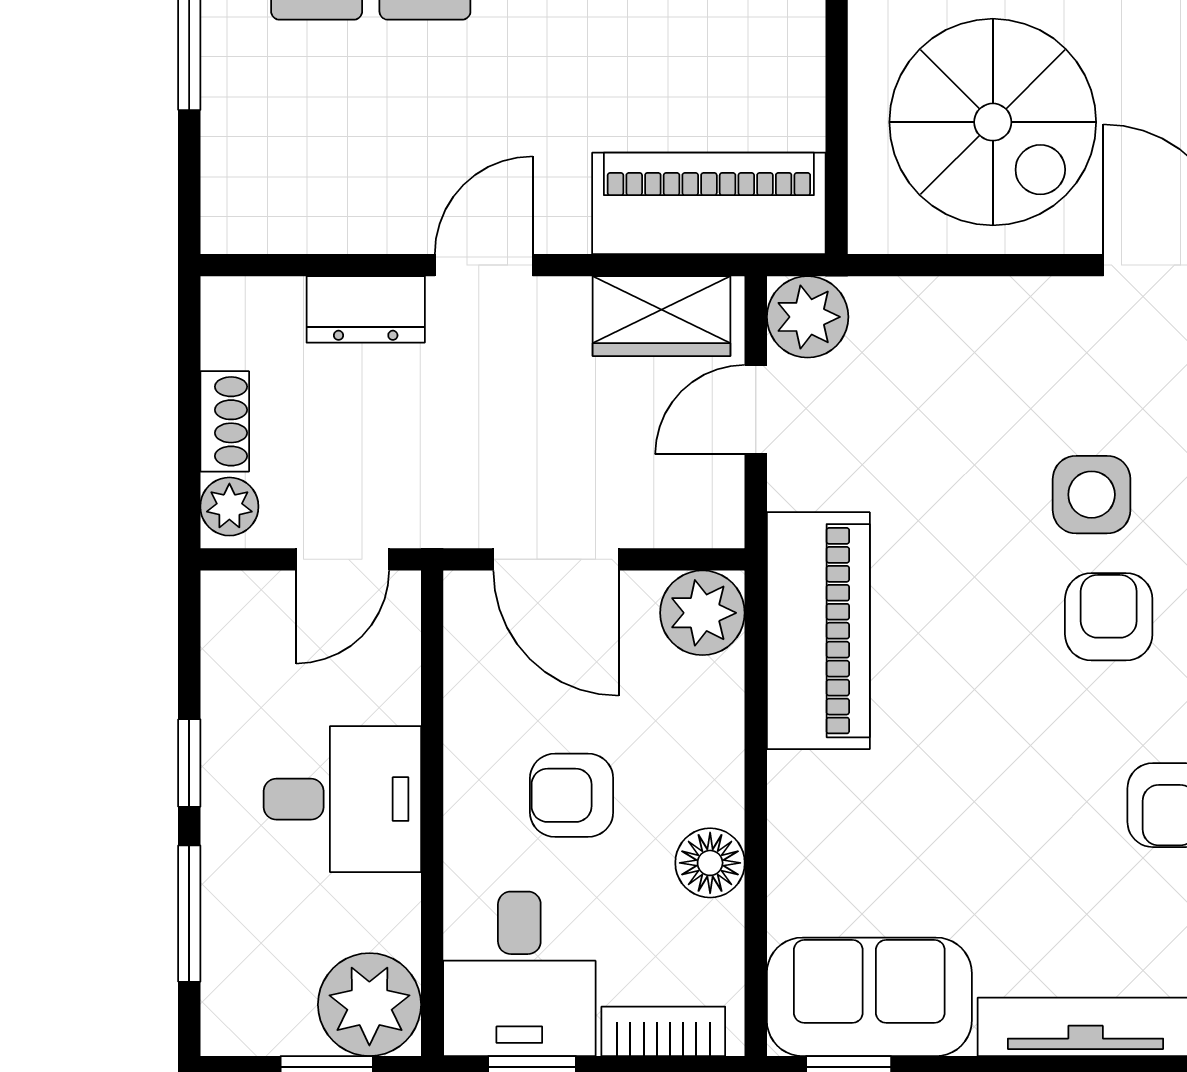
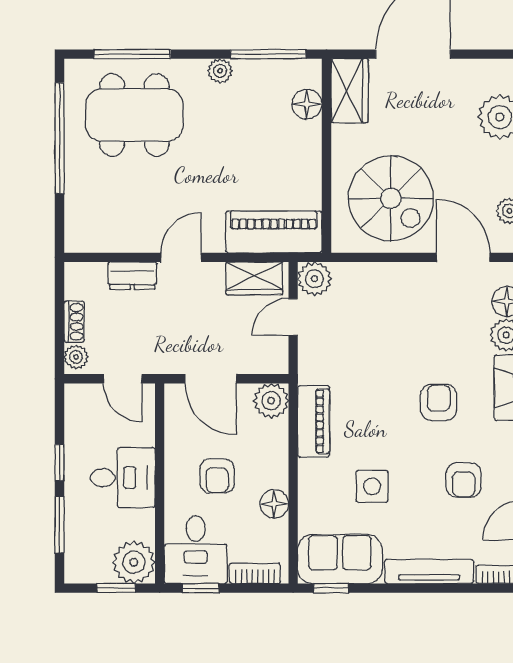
side table: (1092, 495) -> (372, 486), moved
door: (343, 559) -> (123, 379), hinge flipped
piano: (818, 631) -> (314, 421), width x0.73, depth x0.75
armchair: (572, 795) -> (217, 476), turned -90

